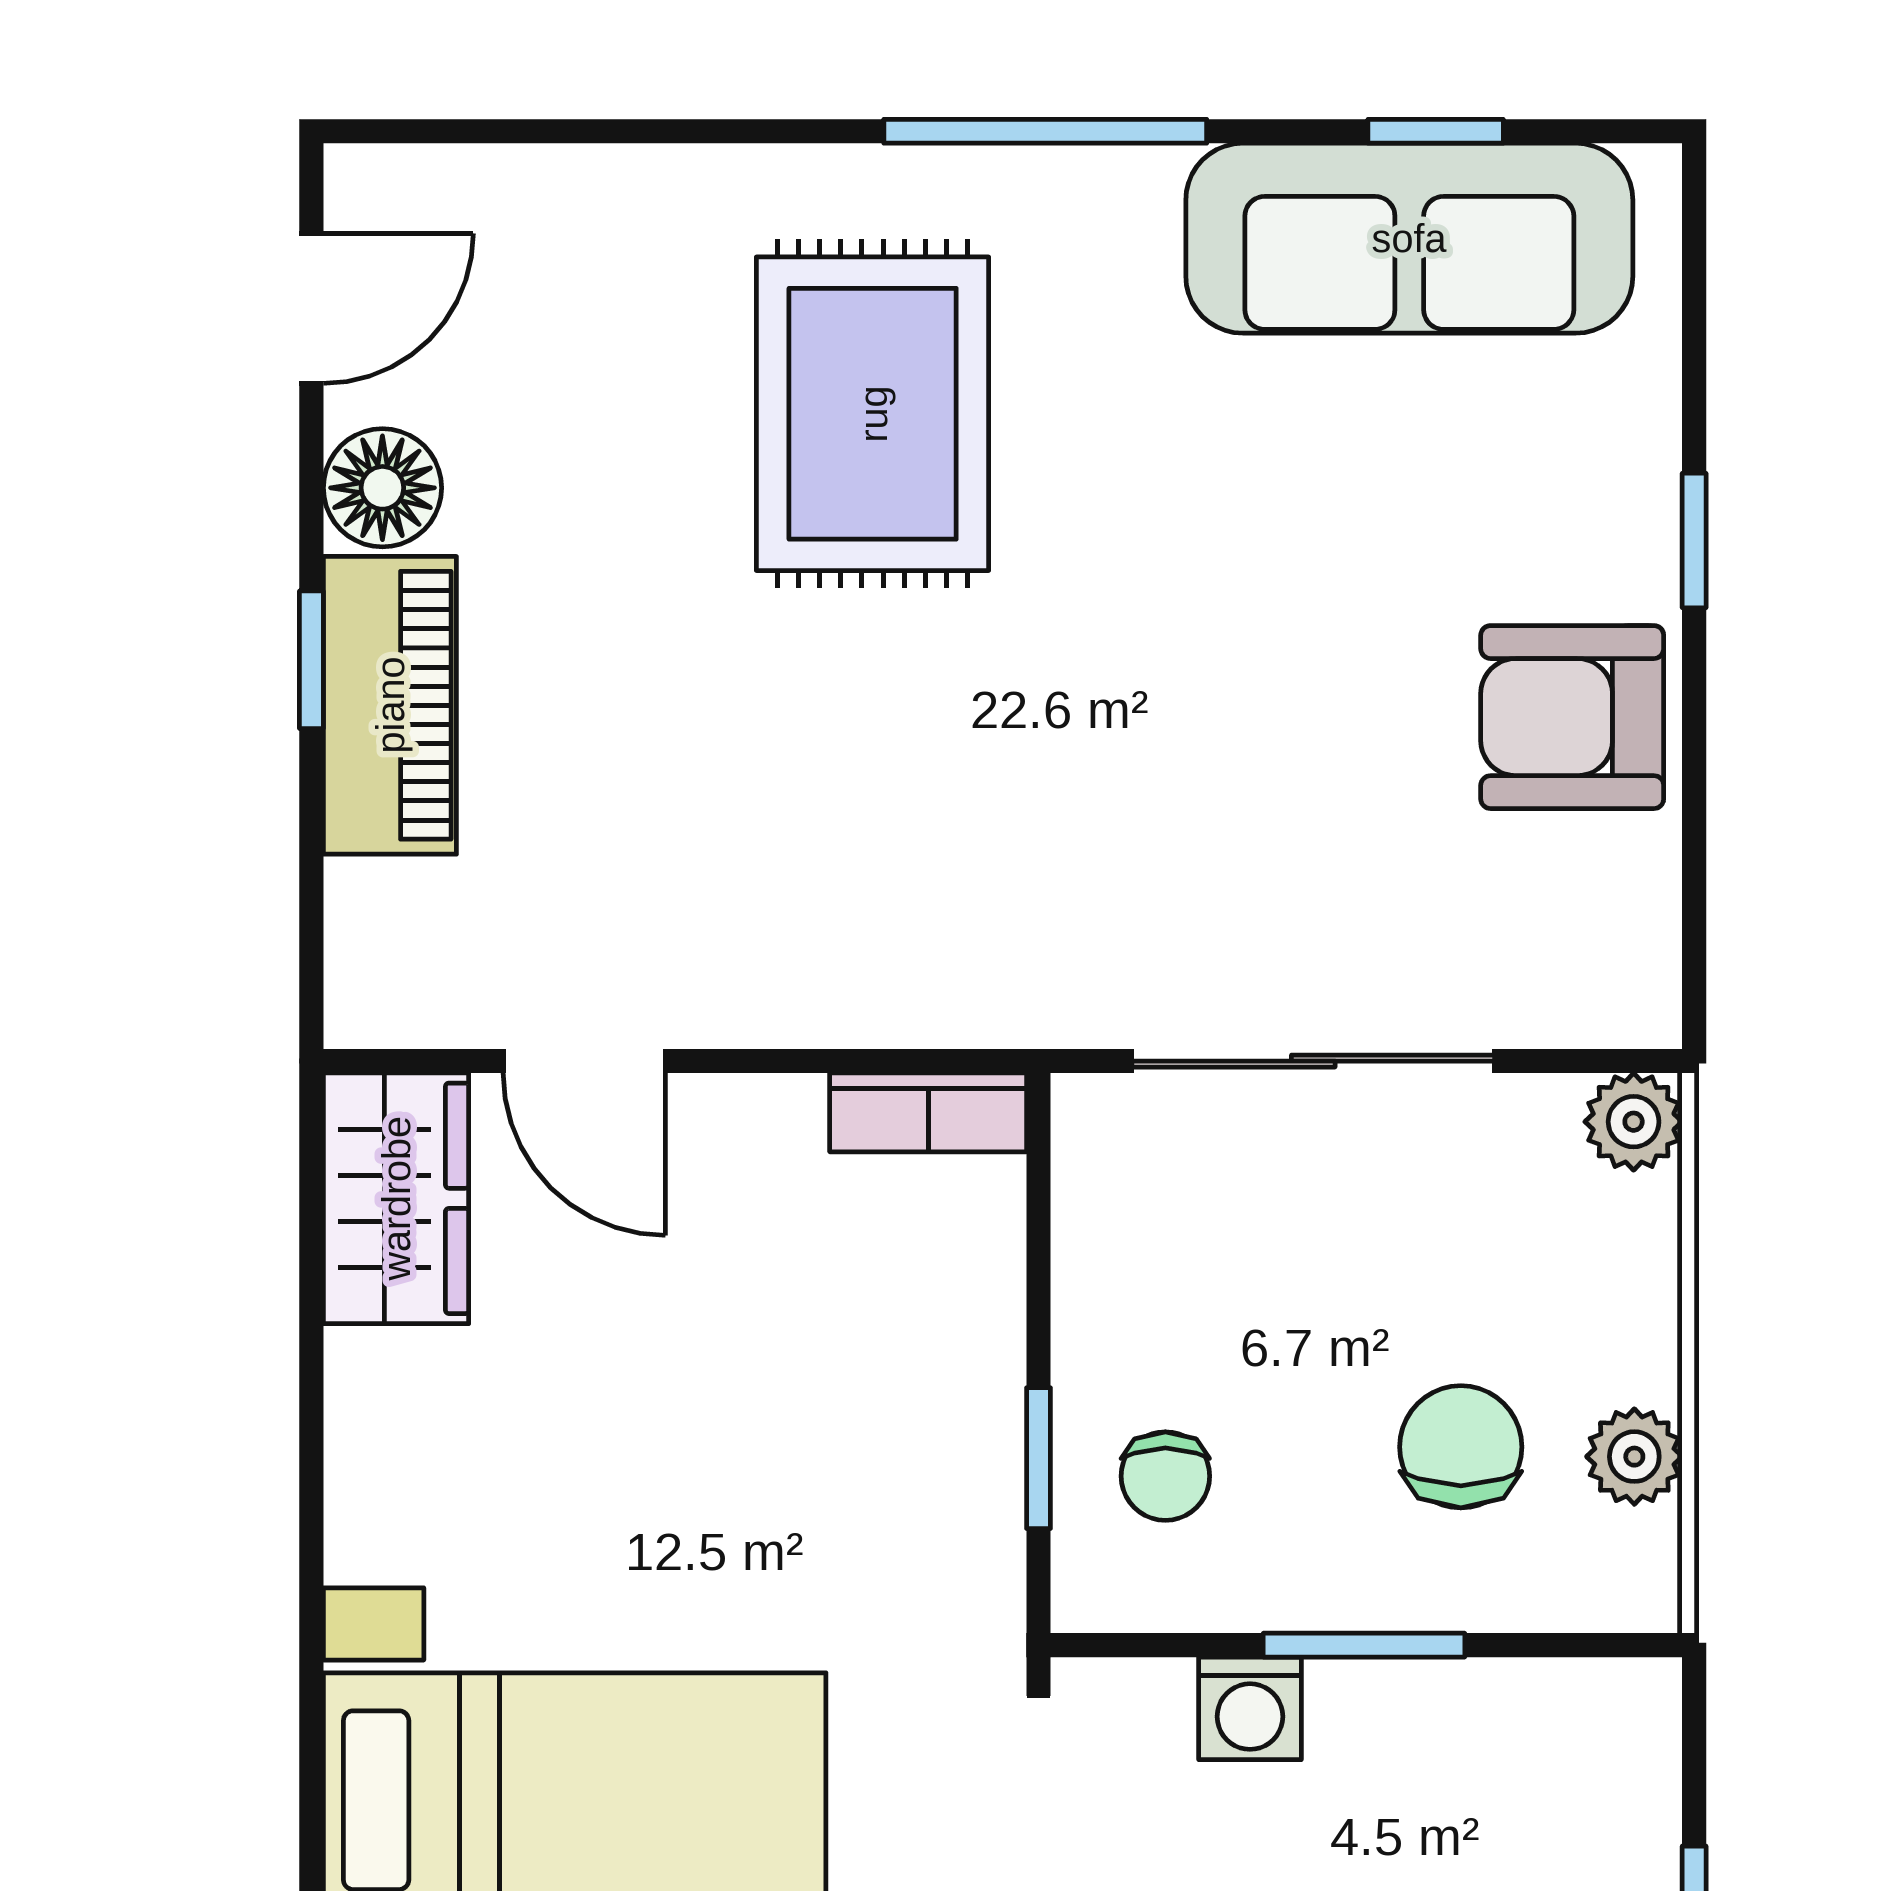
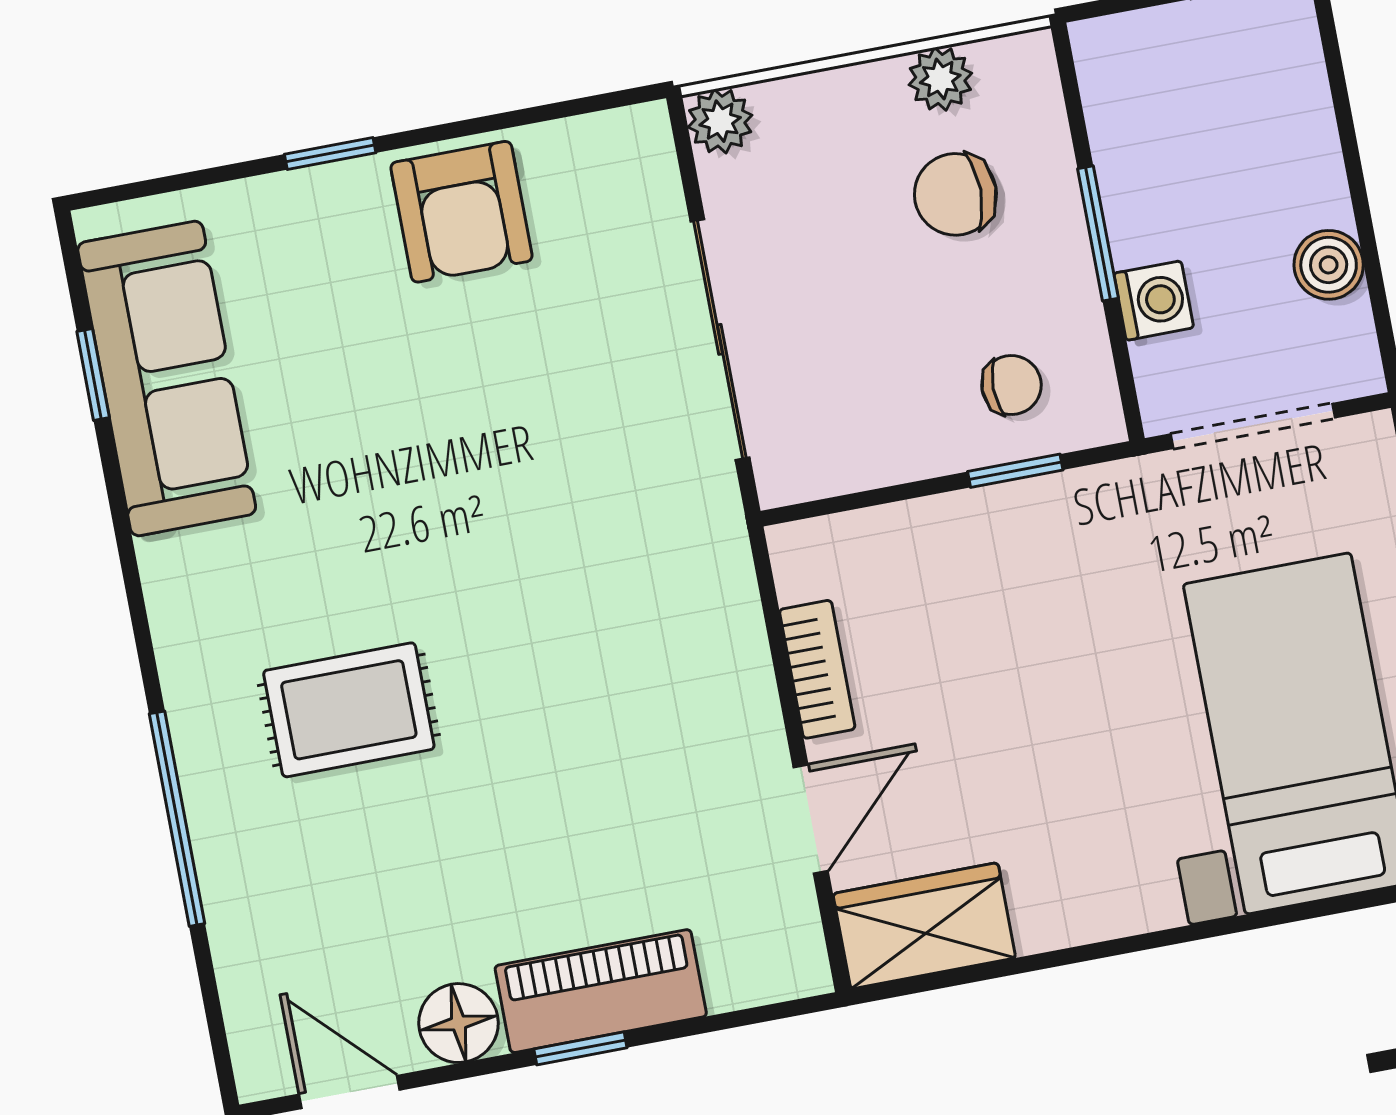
window: (1045, 131) -> (177, 819), moved
rug: (873, 414) -> (349, 710), width x0.73, depth x0.70
bookcase: (928, 1112) -> (817, 669), moved

